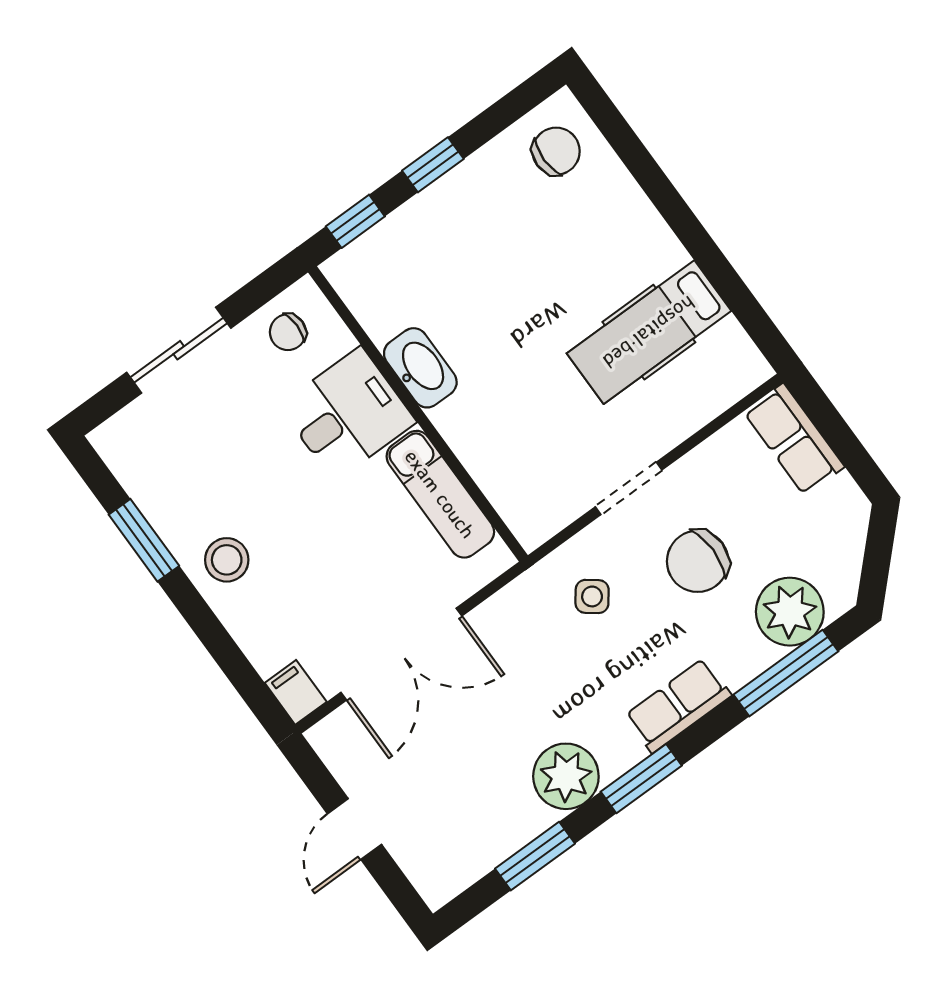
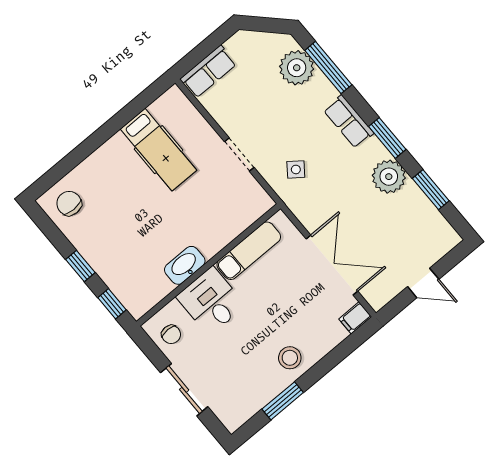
chair: (698, 561) -> (274, 117), removed

